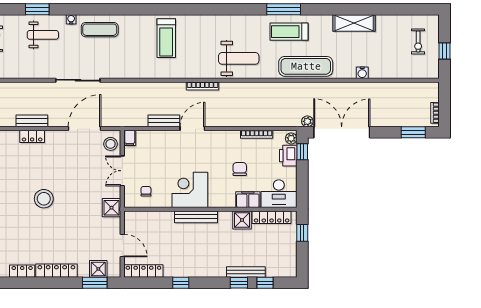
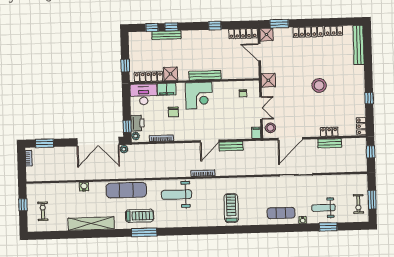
shelving: (354, 23) -> (91, 224), width x1.47
corner desk: (190, 190) -> (199, 96), moved
shower: (98, 269) -> (266, 34), moved

